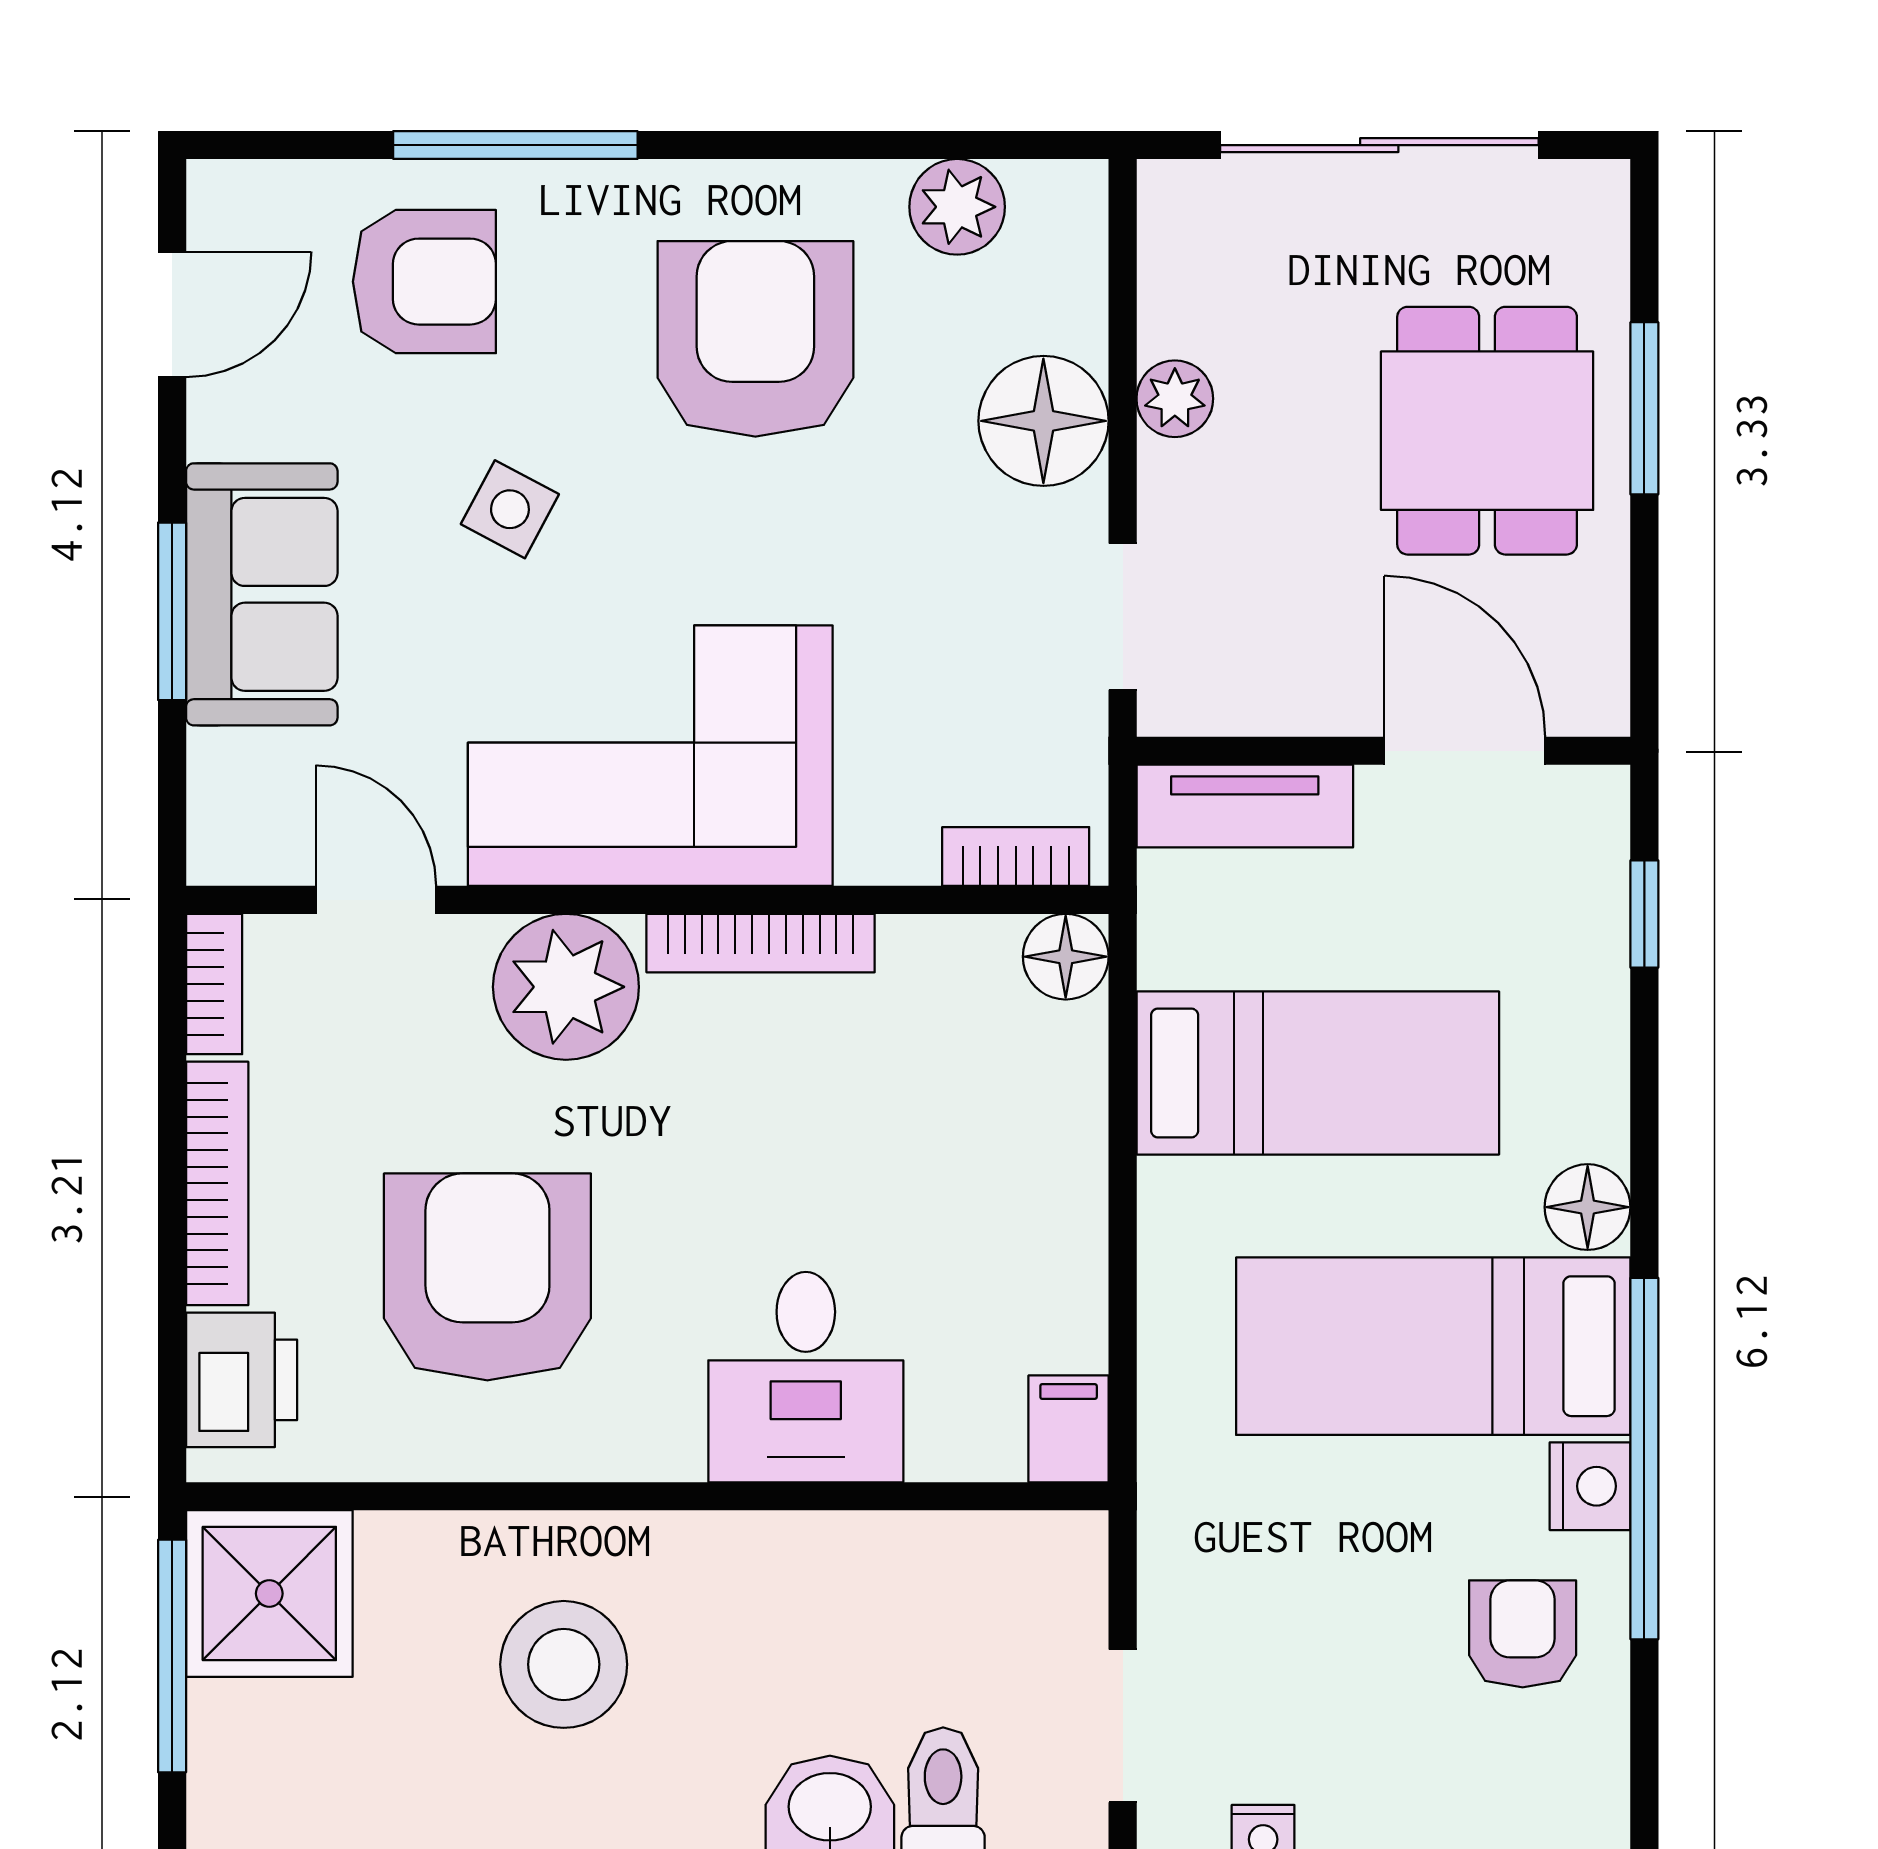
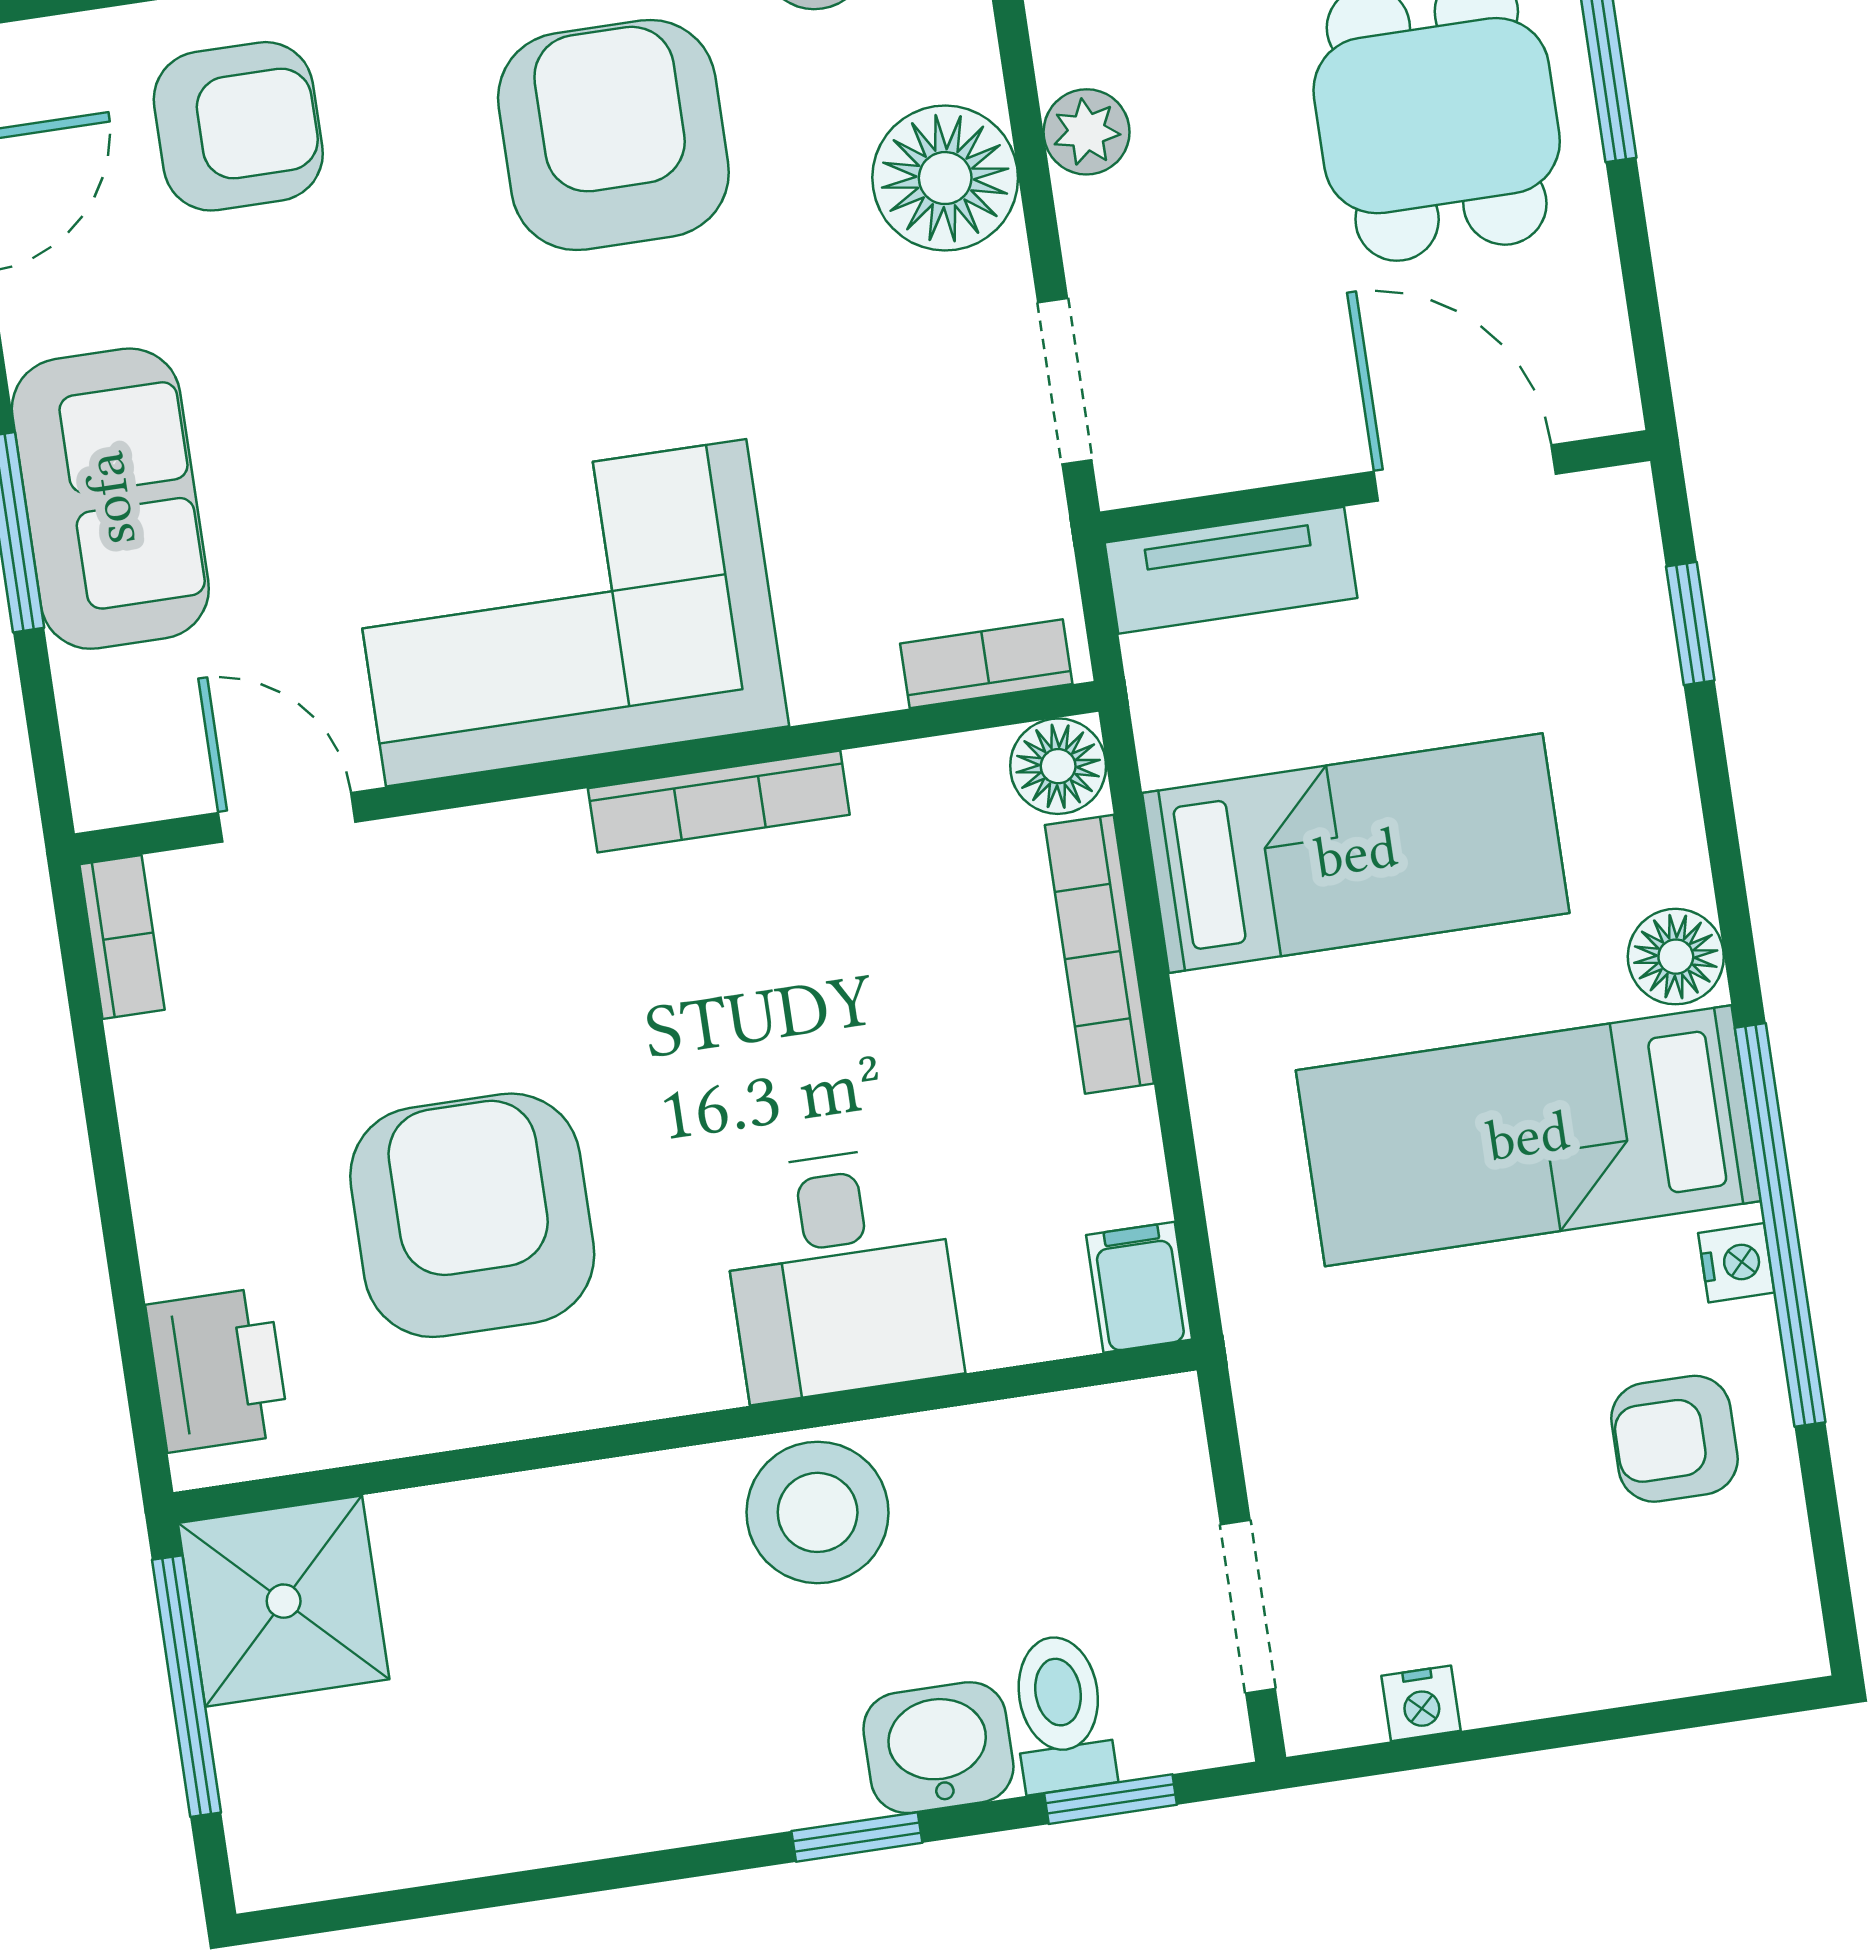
side table: (510, 509) -> (370, 364), removed
plant: (566, 987) -> (511, 882), removed
bookcase: (217, 1183) -> (1099, 954), moved, turned 180
nightstand: (1590, 1486) -> (1736, 1263), width x0.72, depth x0.74
armchair: (1523, 1634) -> (1674, 1439), turned -90
stool: (564, 1664) -> (818, 1512), moved

